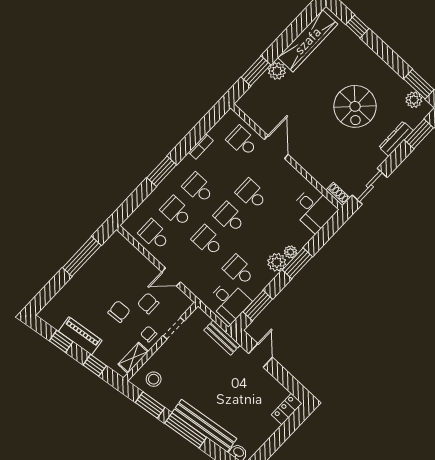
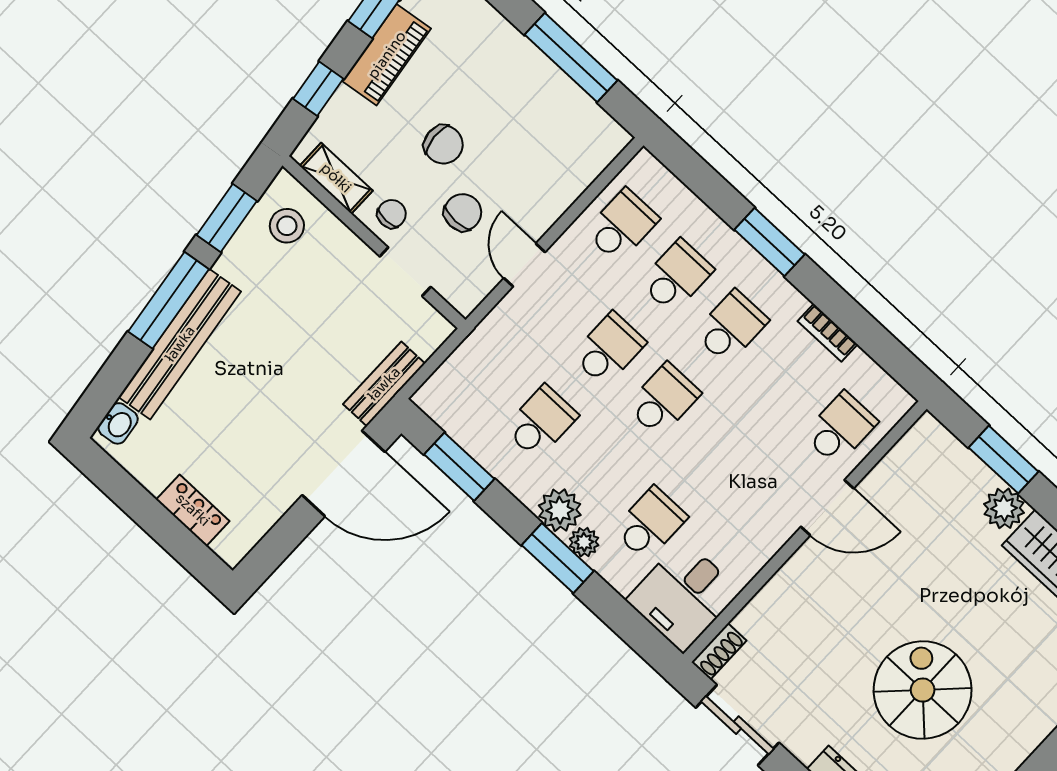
spiral stairs: (355, 106) -> (923, 690), turned 90
school desk: (251, 194) -> (650, 524), moved
desk: (229, 301) -> (469, 400), removed
door: (260, 355) -> (343, 474), width x1.88
locker: (287, 409) -> (193, 510), moved

